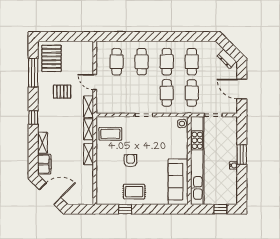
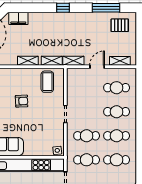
pallet: (52, 58) -> (120, 25), width x0.67, depth x0.71
pallet: (62, 92) -> (88, 35), removed
shelving: (42, 143) -> (120, 61), moved

